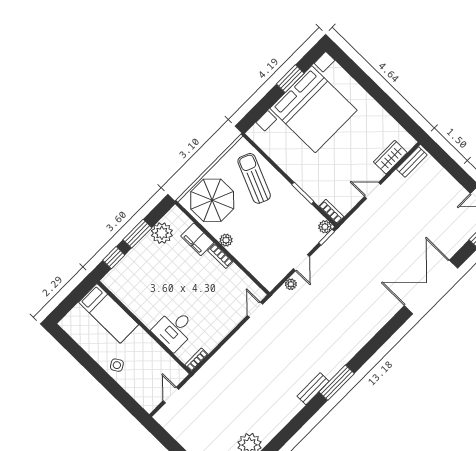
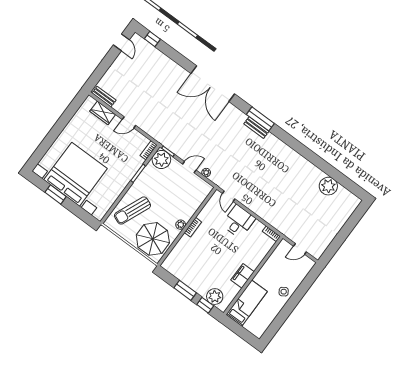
door: (373, 190) -> (129, 122), hinge flipped
plant: (325, 227) -> (161, 159), width x1.87, depth x1.87
plant: (162, 233) -> (215, 297), moved
filing cabinet: (197, 239) -> (242, 276), moved, turned 180
double door: (431, 287) -> (213, 84), moved
door: (255, 310) -> (229, 196), hinge flipped
desk: (174, 329) -> (238, 222), moved, turned -90
window: (337, 383) -> (260, 119), moved
bench: (313, 389) -> (256, 128), moved

